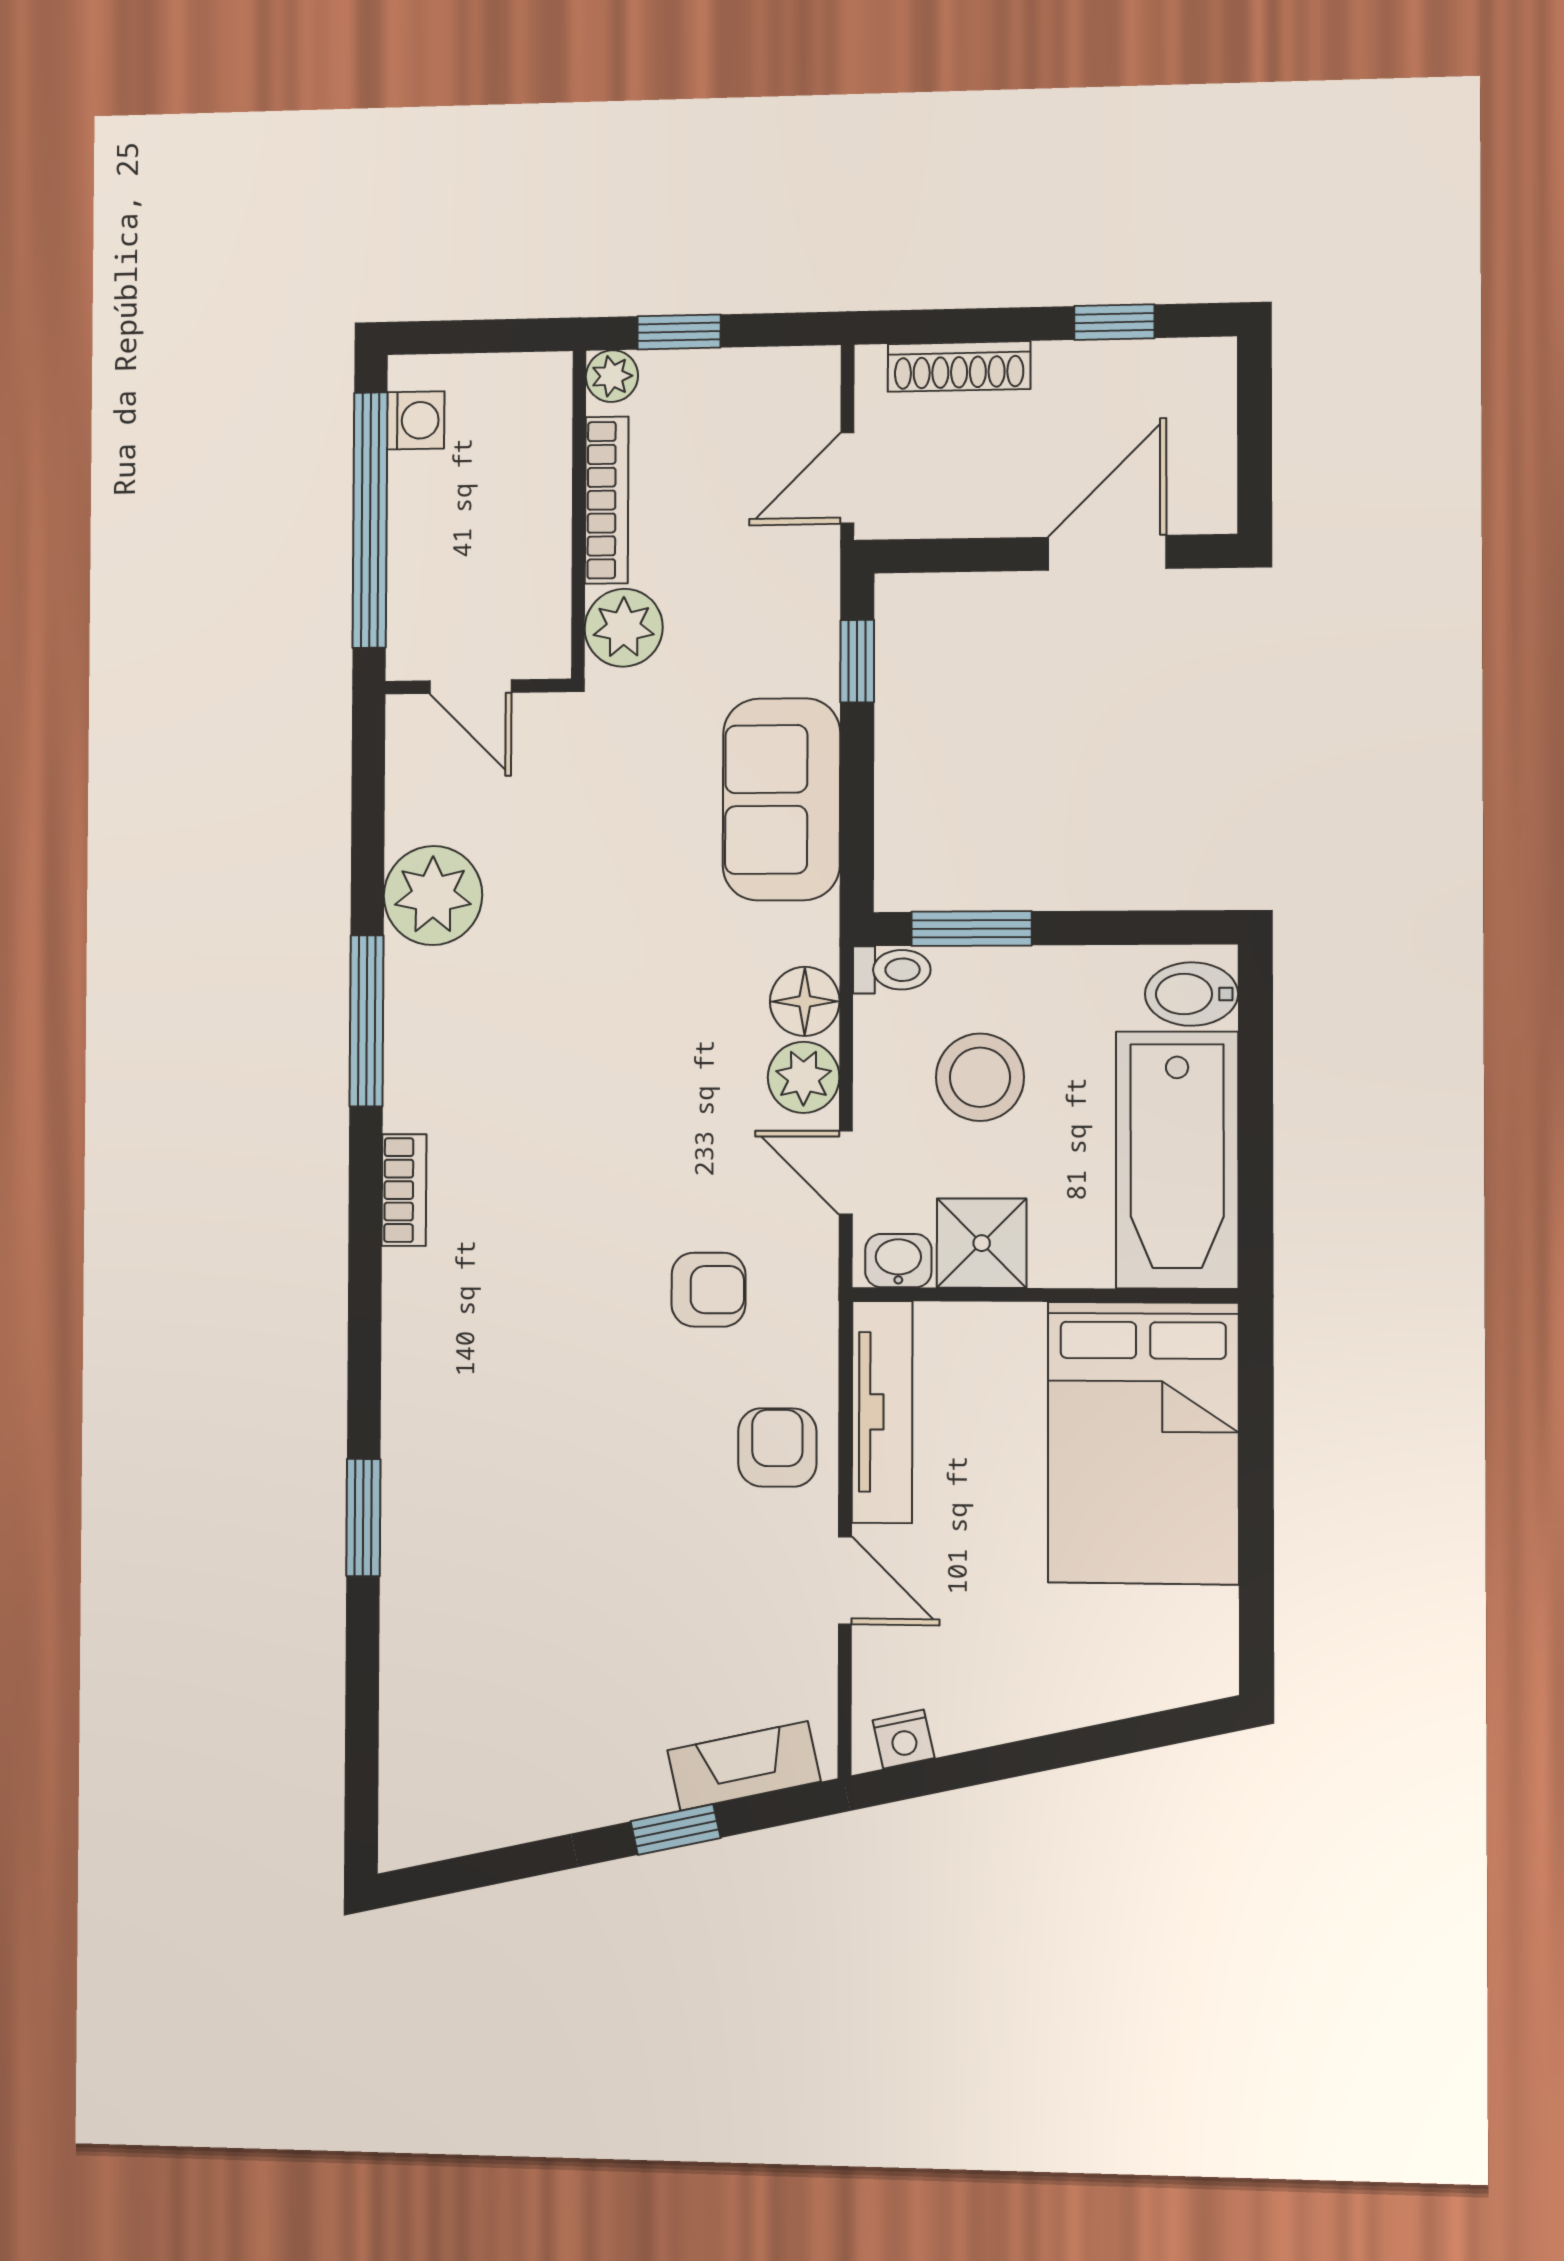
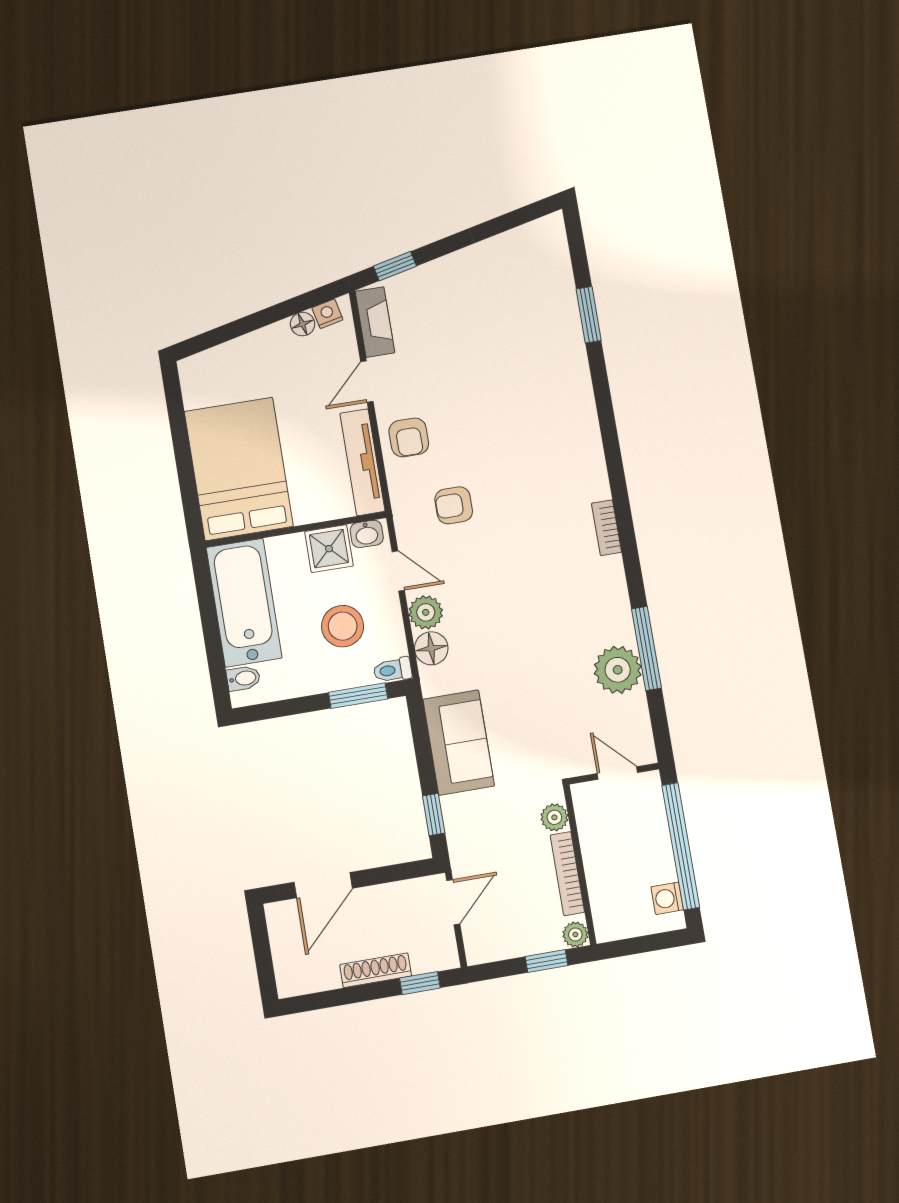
window: (1114, 322) -> (420, 983), moved
shoe rack: (959, 366) -> (376, 970), moved
plant: (624, 628) -> (554, 817), width x0.73, depth x0.73
bidet: (1191, 994) -> (243, 678), width x0.72, depth x0.74
window: (367, 1021) -> (646, 648), moved
window: (363, 1518) -> (589, 315), moved
door: (845, 1580) -> (367, 382), hinge flipped
floor lamp: (959, 1726) -> (303, 324), added
fireplace: (744, 1766) -> (375, 322), moved, turned -77
window: (676, 1830) -> (395, 266), moved

